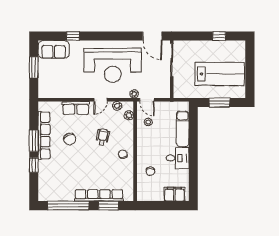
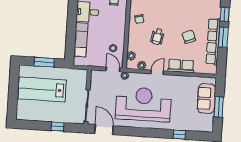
window: (219, 36) -> (58, 127), moved
sofa: (54, 49) -> (206, 99), moved, turned -90

